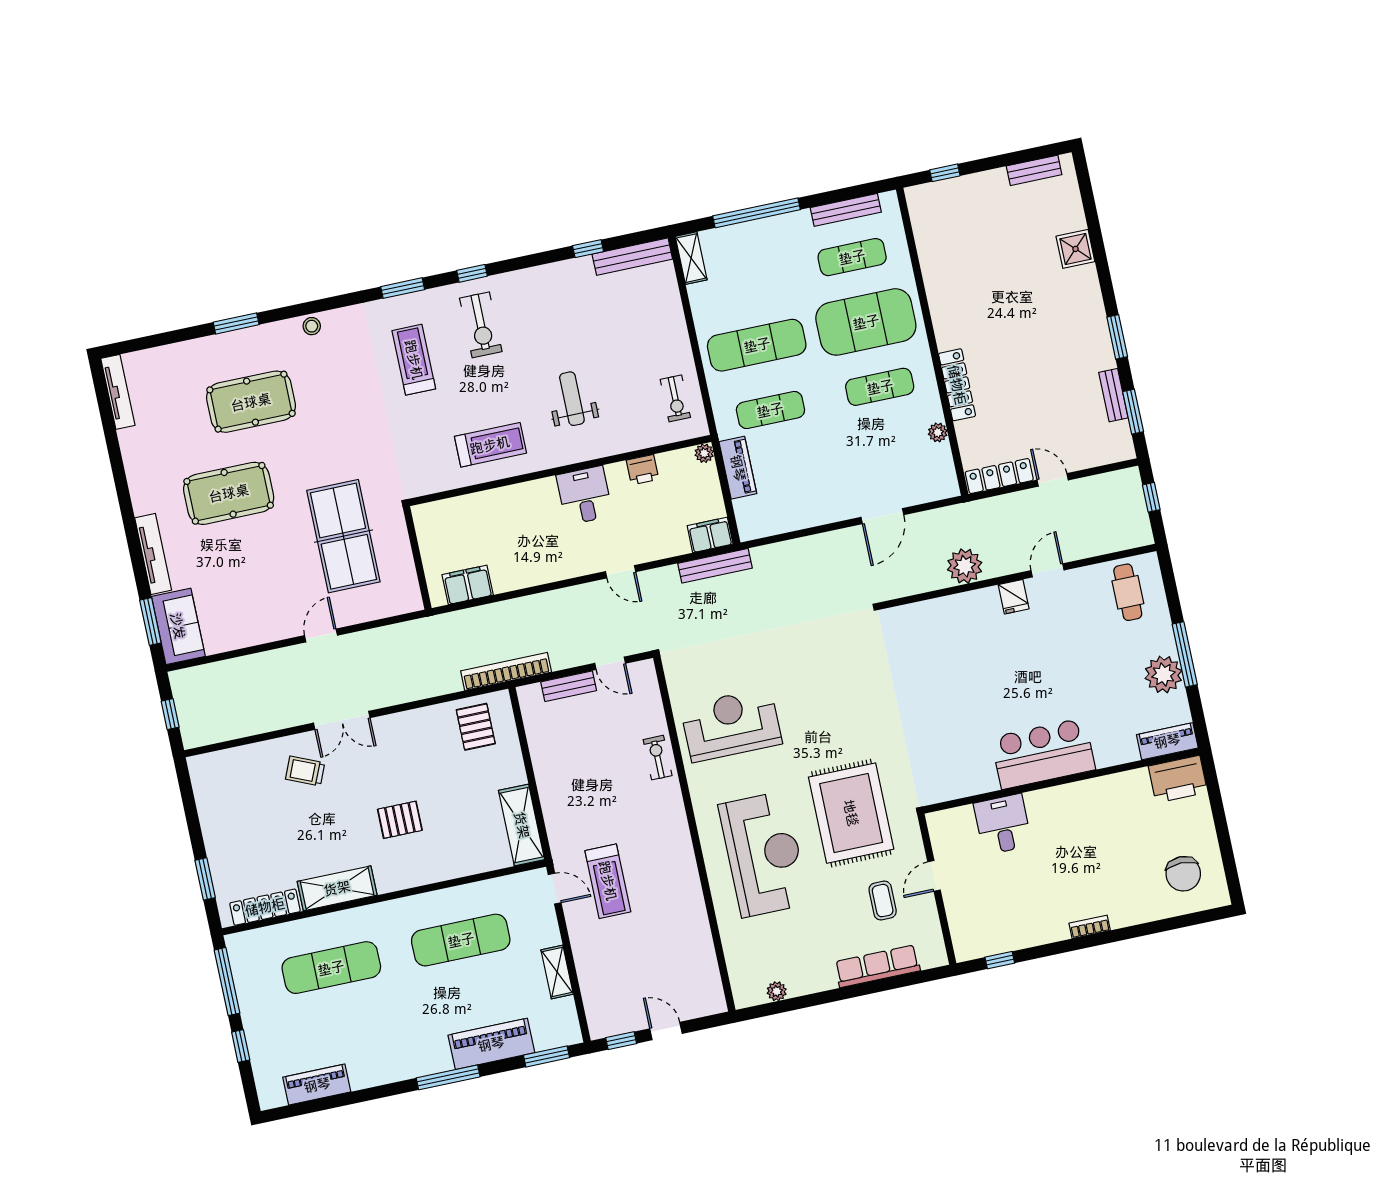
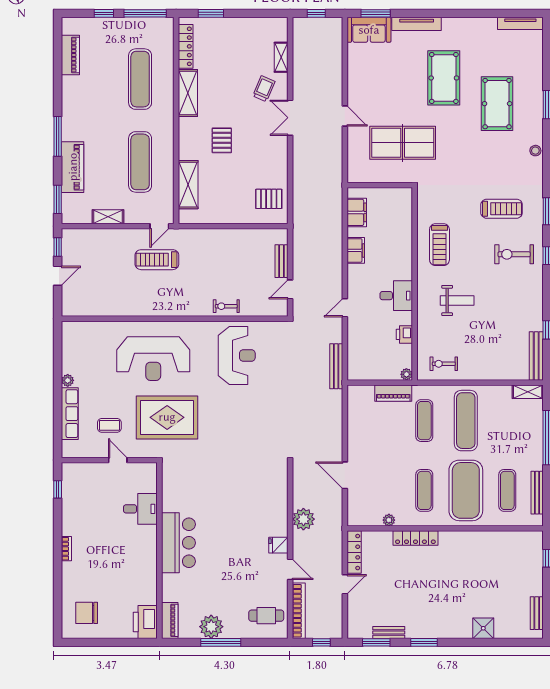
filing cabinet: (710, 535) -> (356, 250), moved
bookcase: (506, 671) -> (299, 611), moved
shelving: (250, 755) -> (281, 57), added
exercise bike: (658, 758) -> (226, 306), turned 180
shelving: (522, 825) -> (188, 185), moved, turned 90
plant: (777, 991) -> (68, 380), moved

